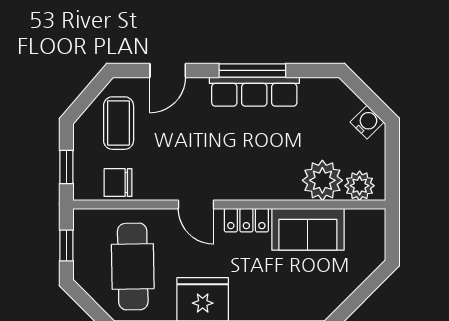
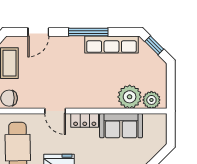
row of seats: (254, 92) -> (111, 44), moved
window: (364, 93) -> (154, 45), added
water cooler: (367, 122) -> (156, 62), removed

